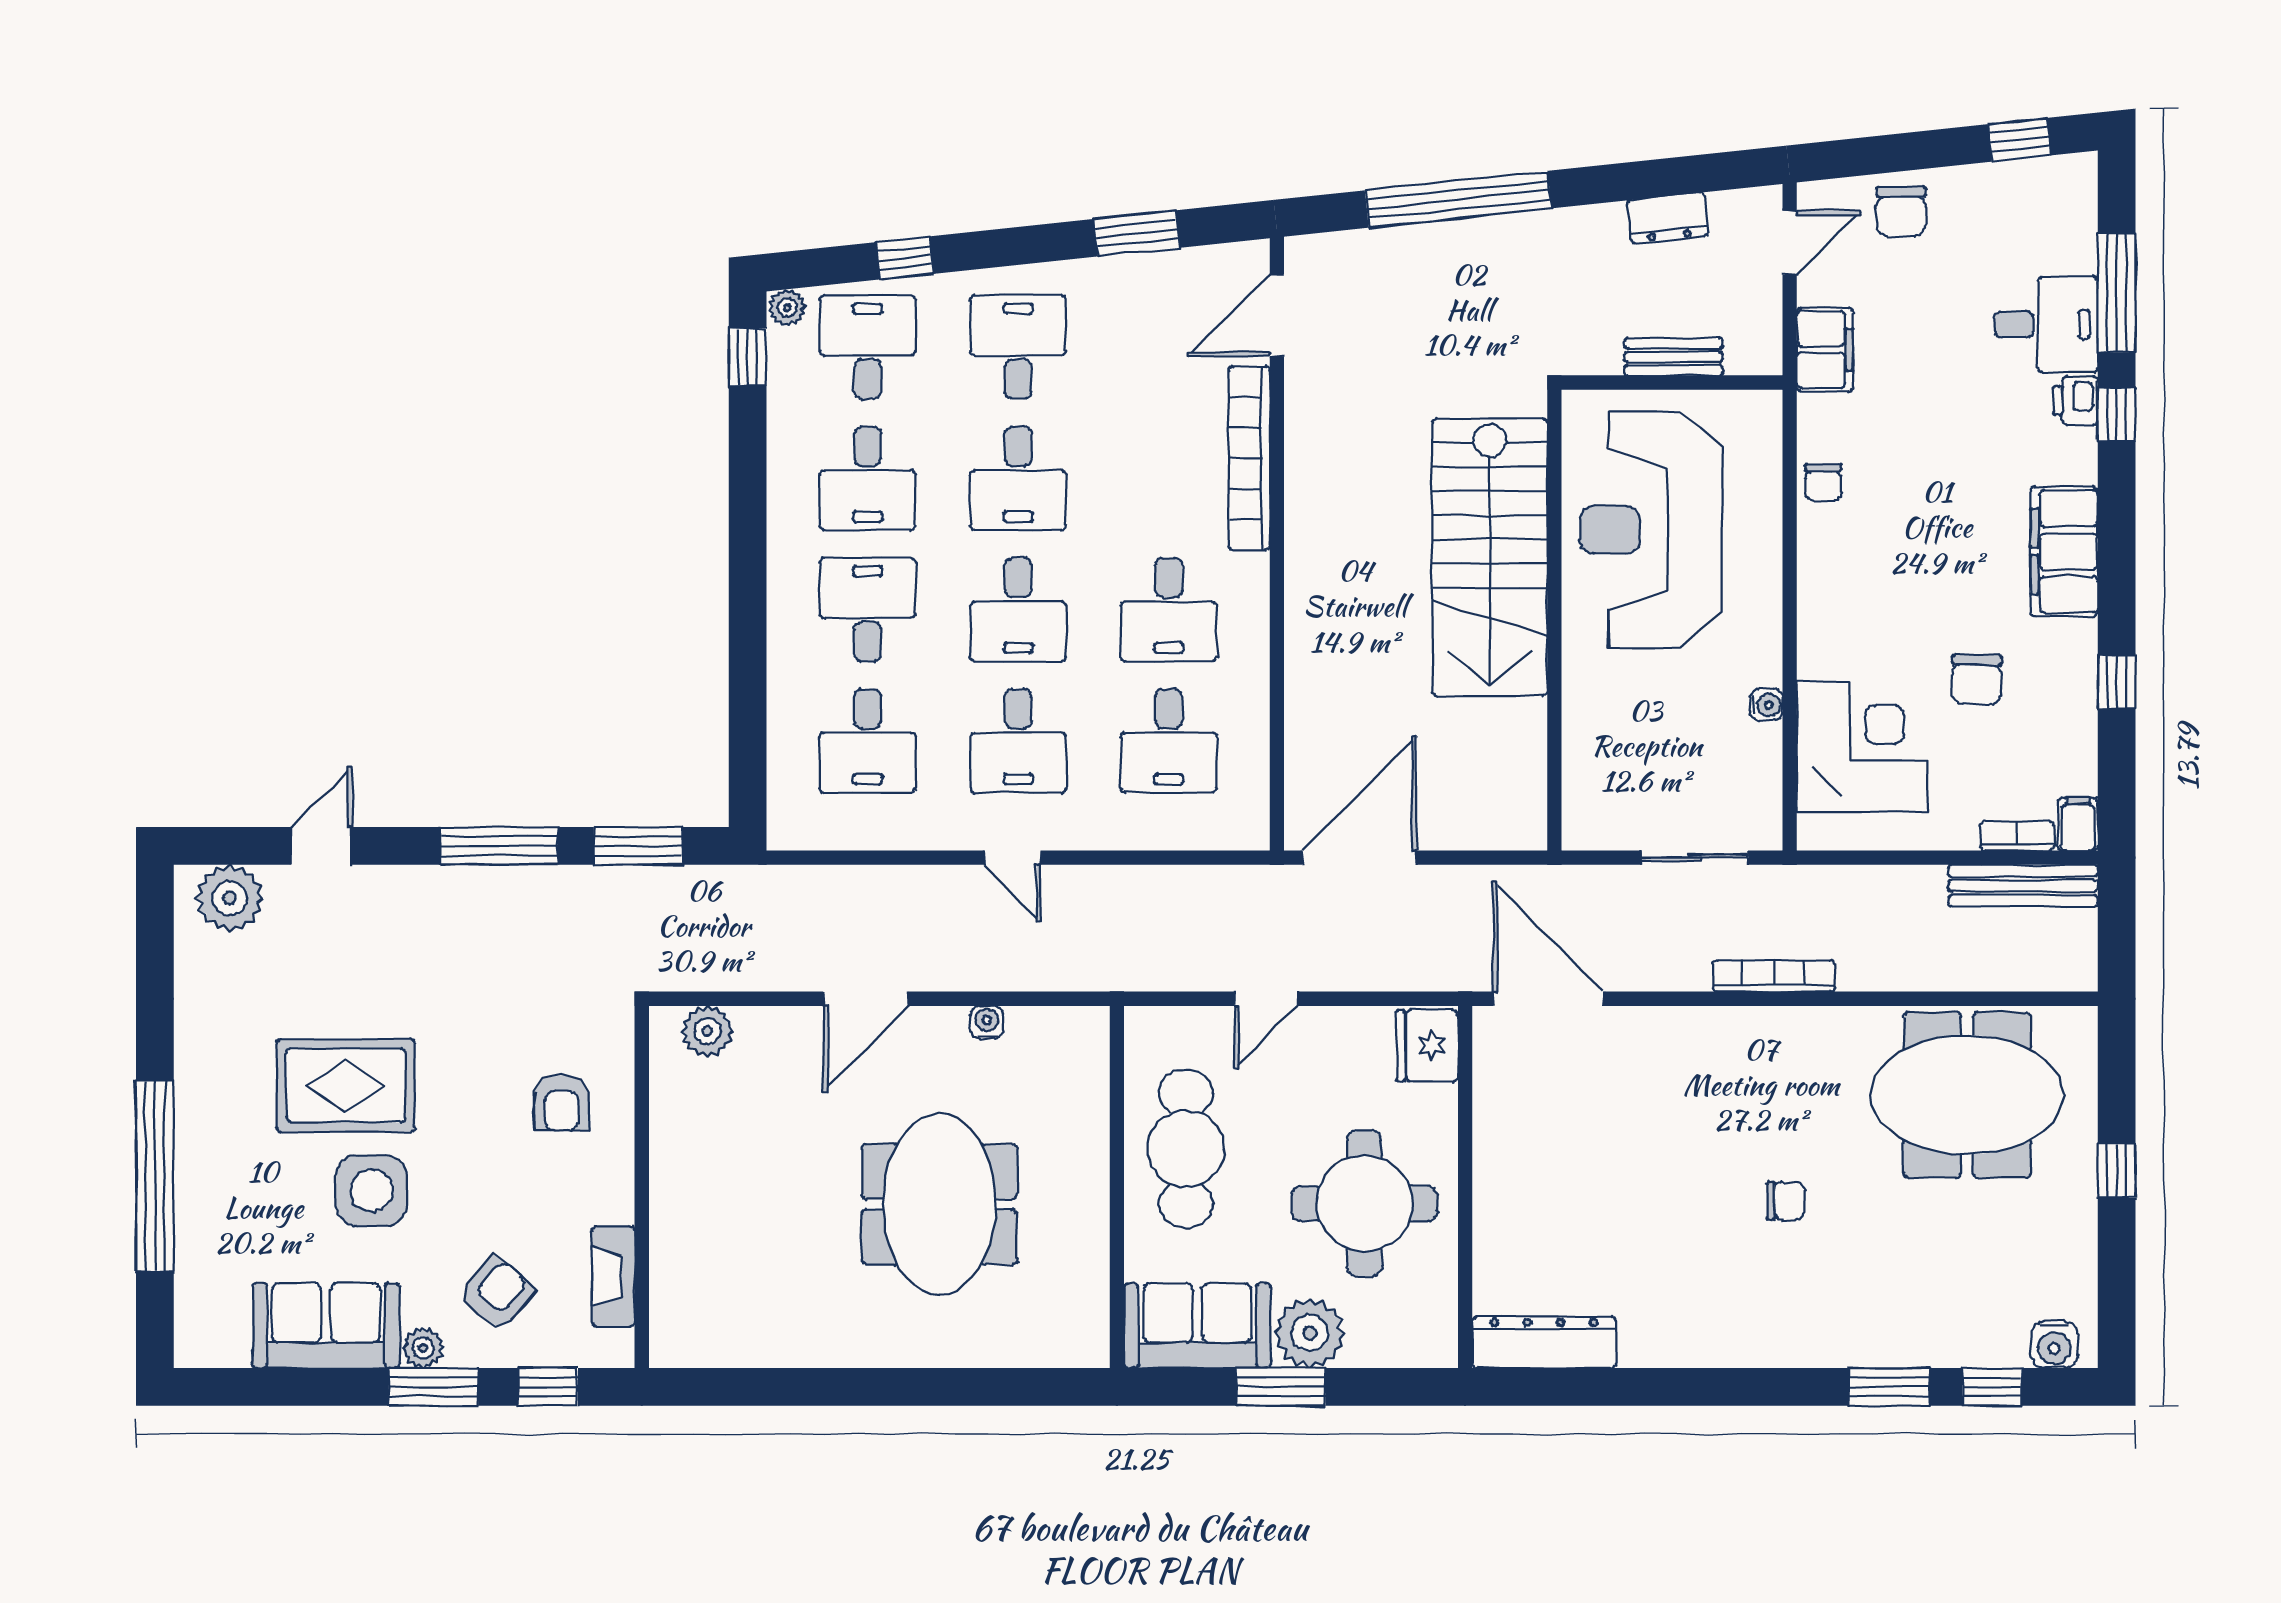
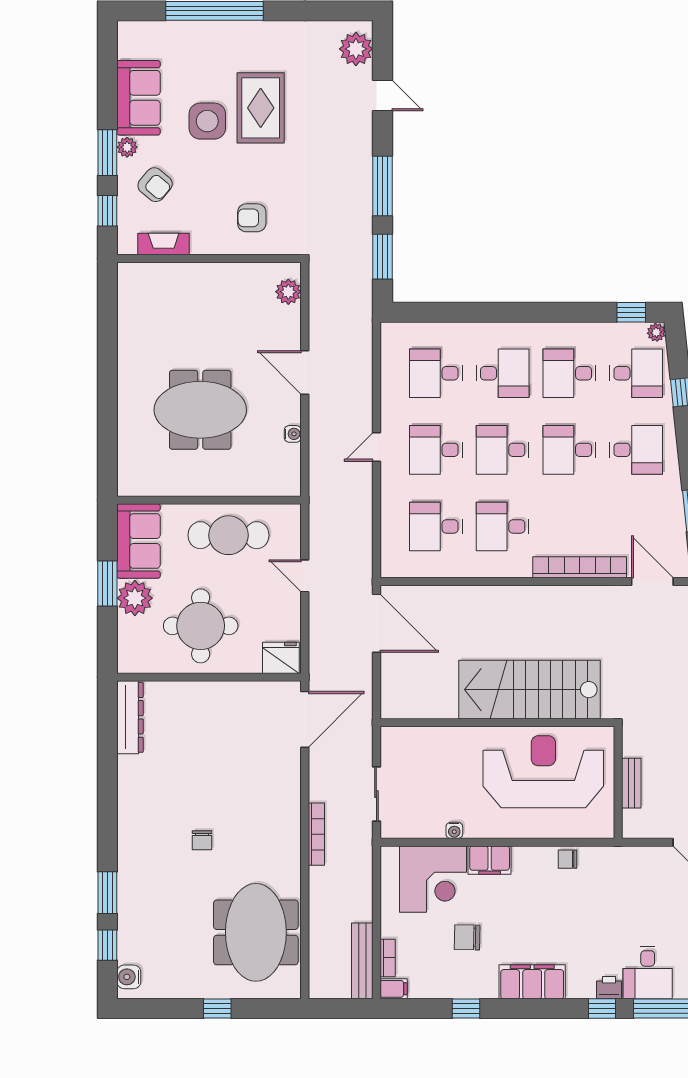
filing cabinet: (1825, 350) -> (490, 860), moved

